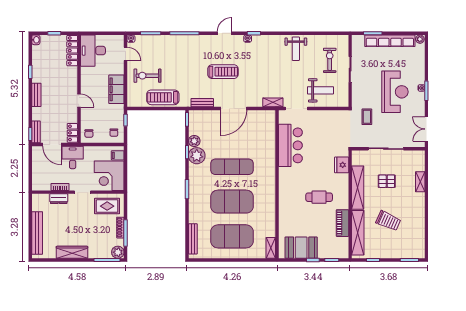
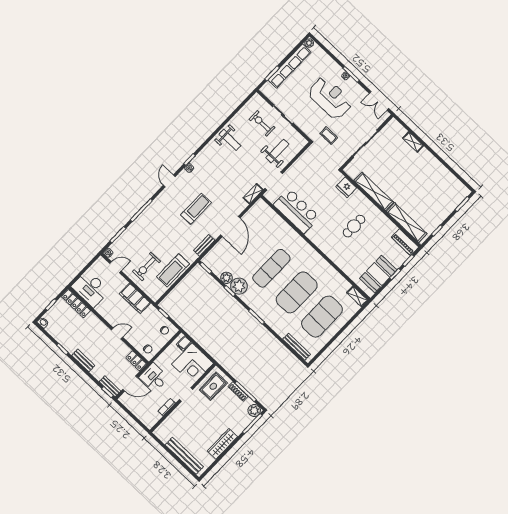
pallet: (387, 181) -> (389, 166), removed
dresser: (59, 199) -> (174, 416), removed
trolley: (388, 221) -> (419, 192), removed
piano: (342, 223) -> (405, 242), moved

